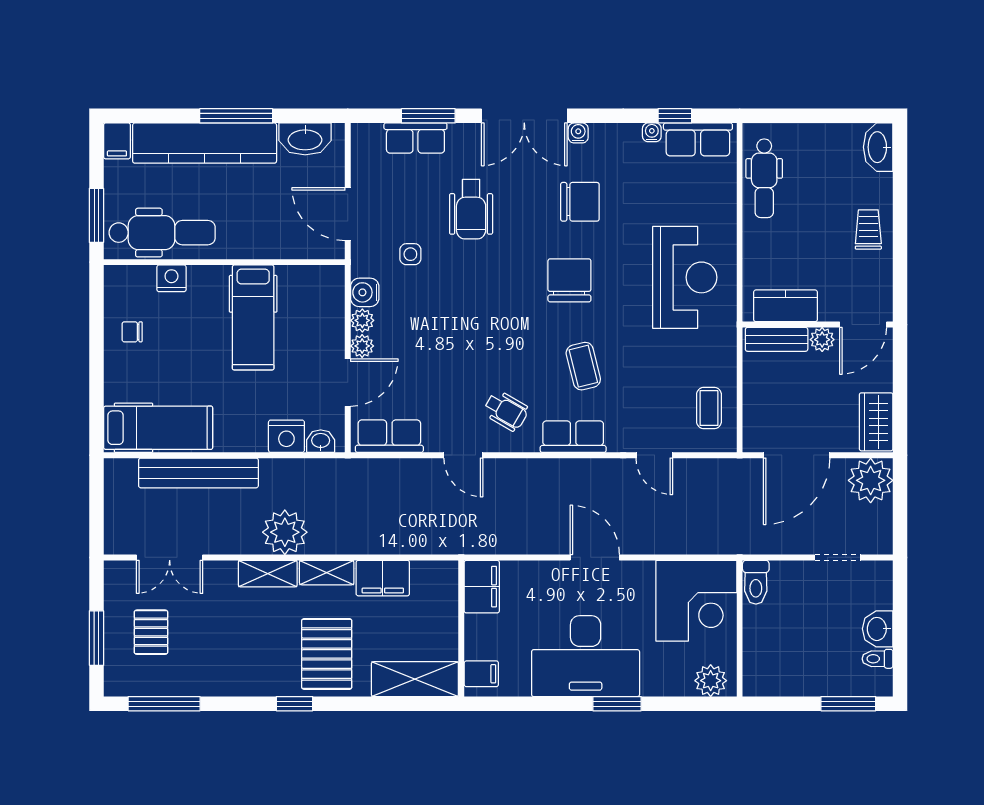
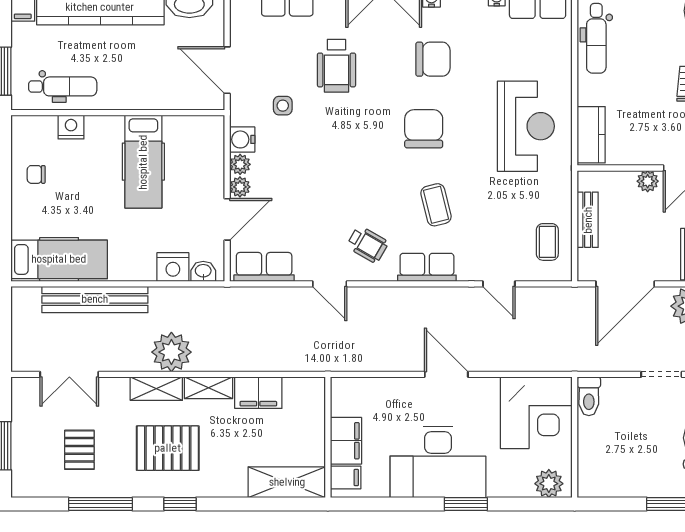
dental chair: (162, 233) -> (63, 86), width x0.73, depth x0.72
kitchen counter: (785, 306) -> (591, 135), moved, turned 90
bench: (777, 339) -> (588, 220), moved, turned 90
filing cabinet: (482, 587) -> (346, 441), moved
pallet: (151, 632) -> (79, 450), moved
pallet: (327, 654) -> (168, 448), moved, turned 90
window: (164, 704) -> (101, 504), moved

